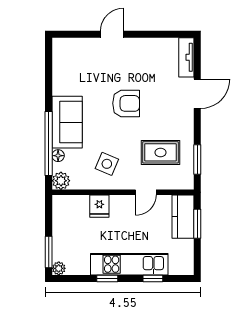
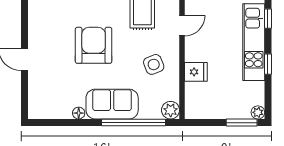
armchair: (126, 103) -> (94, 45), width x1.36, depth x1.36
floor lamp: (58, 156) -> (79, 113), moved
side table: (107, 164) -> (154, 64), turned 45
door: (146, 192) -> (182, 26), hinge flipped

